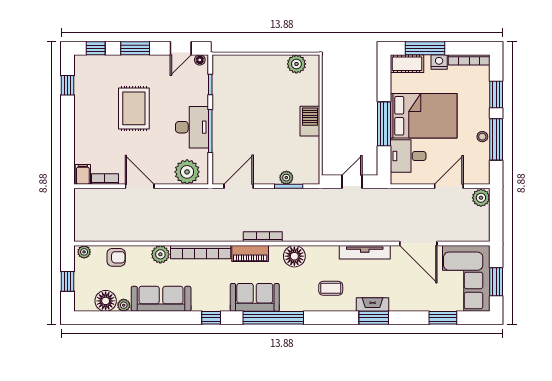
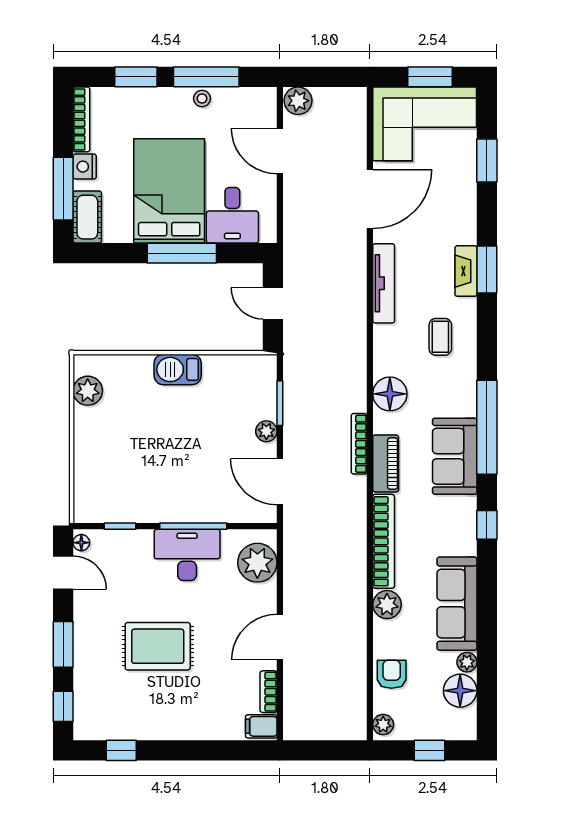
plant: (286, 178) -> (266, 431), moved

